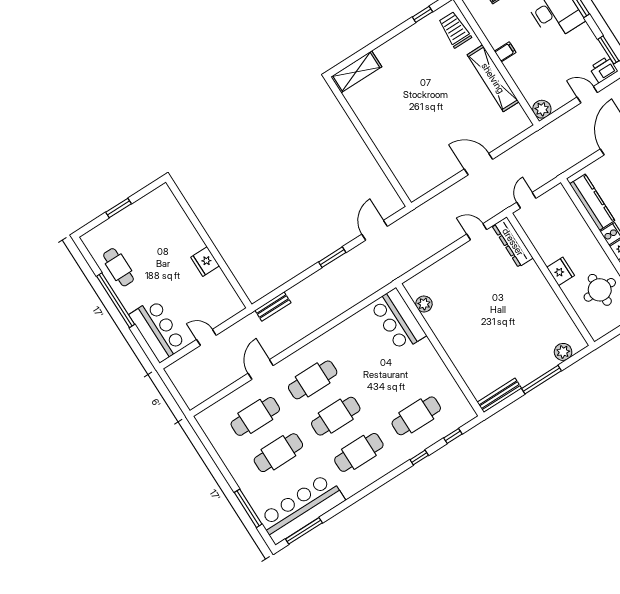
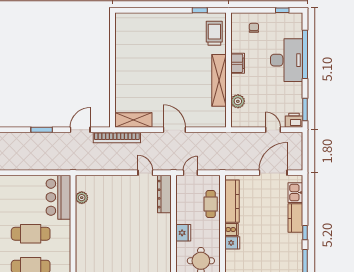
filing cabinet: (505, 52) -> (238, 63), width x2.00
shelving: (356, 72) -> (133, 120), moved
plant: (542, 109) -> (238, 101), moved
bookcase: (421, 213) -> (117, 137), added
cafe table: (571, 220) -> (211, 204), added
cafe table: (393, 380) -> (31, 234), added

